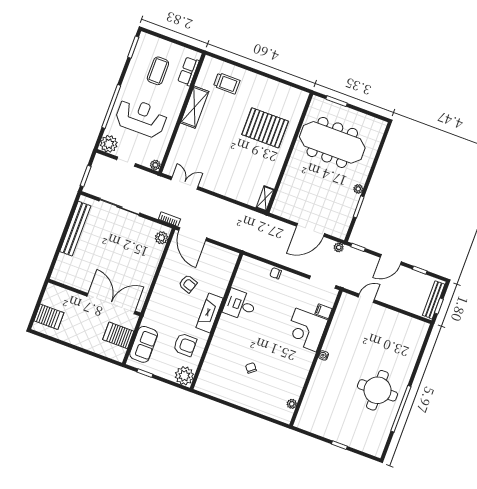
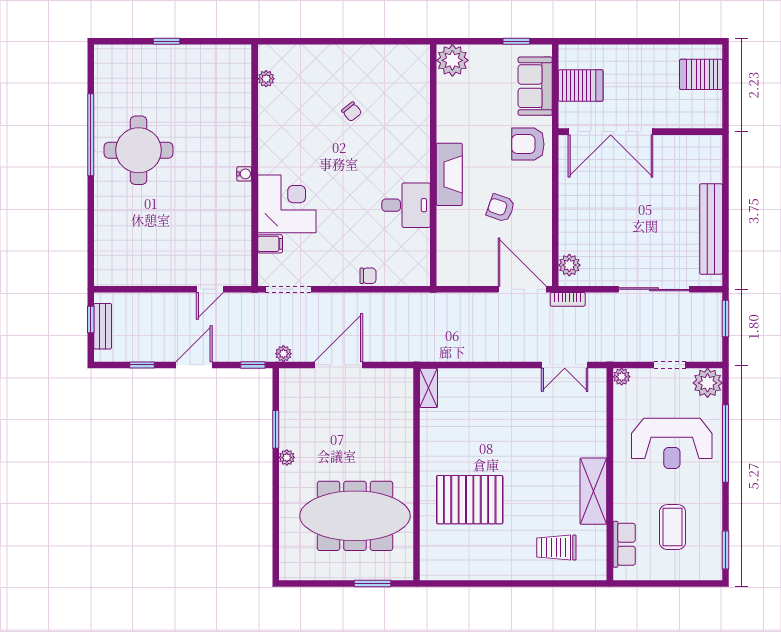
bench: (434, 300) -> (103, 326), width x0.73
armchair: (185, 345) -> (528, 144), moved

